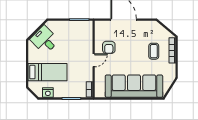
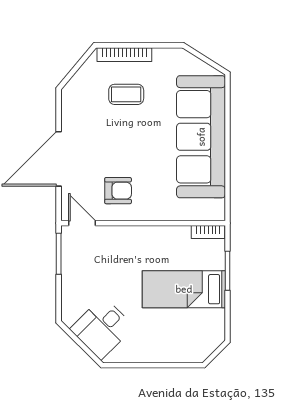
door: (94, 60) -> (82, 223), moved
bed: (48, 72) -> (184, 289), moved, turned -90
nightstand: (48, 93) -> (215, 321), removed

